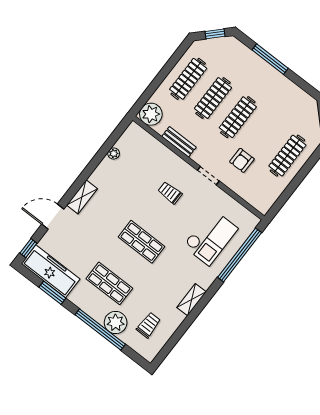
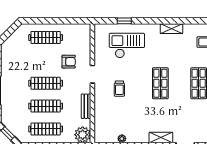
window: (240, 255) -> (124, 21), width x0.32

